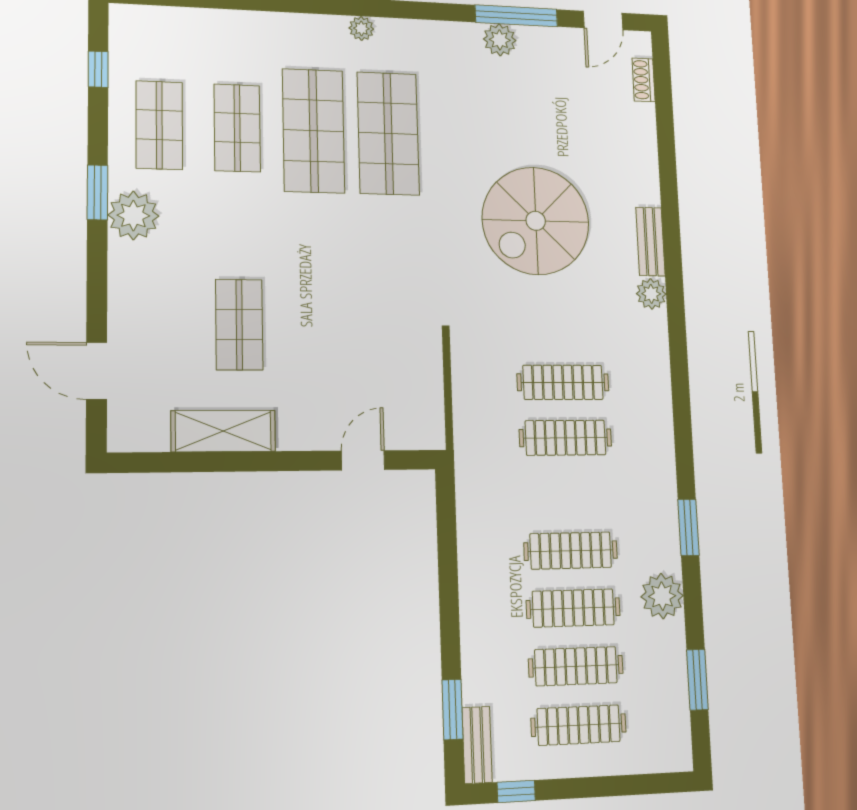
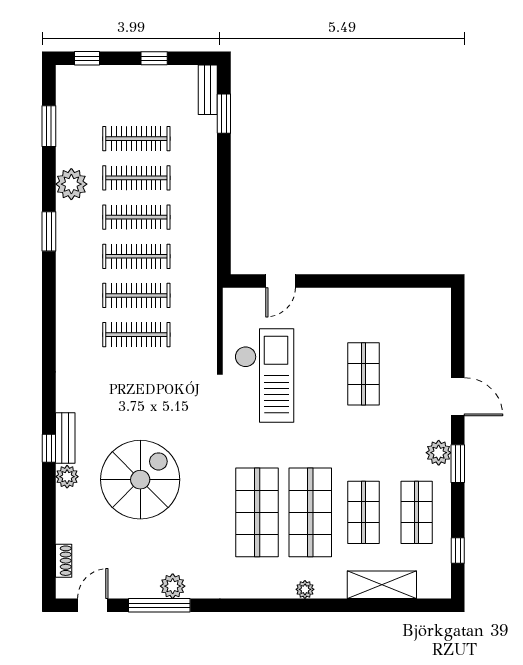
plant: (361, 28) -> (305, 589), moved
plant: (133, 216) -> (439, 453), width x0.73, depth x0.73
spiral stairs: (536, 221) -> (140, 480), moved
window: (671, 228) -> (49, 448), added
plant: (651, 294) -> (67, 477), moved
checkout: (383, 324) -> (264, 376), added
door: (97, 371) -> (458, 397), moved
shelving: (223, 431) -> (382, 585), moved
clothes rail: (579, 725) -> (136, 256), moved
window: (651, 784) -> (87, 58), added
window: (516, 791) -> (154, 58), moved

